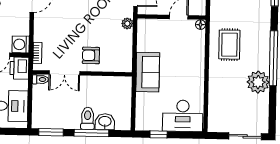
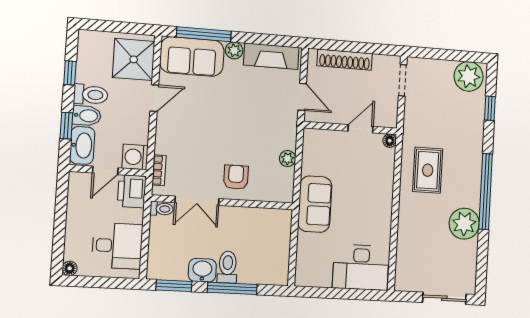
plant: (127, 24) -> (288, 159), moved
armchair: (91, 55) -> (236, 177), turned 90
washbasin: (105, 122) -> (202, 270), moved
window: (159, 134) -> (327, 293), removed

